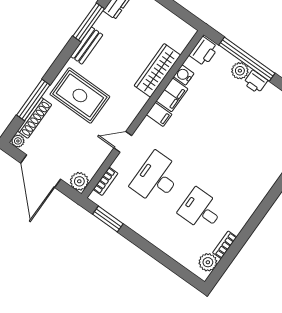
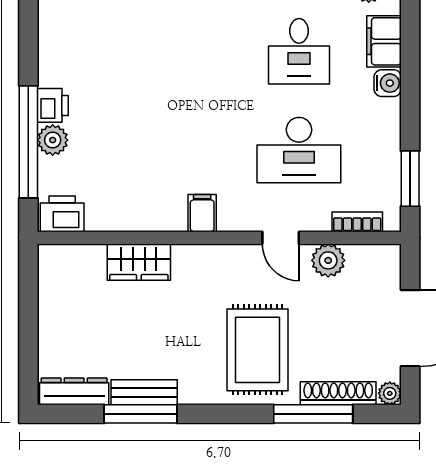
bench: (87, 46) -> (144, 392), moved
wardrobe: (157, 70) -> (139, 262), width x0.67
water cooler: (184, 75) -> (388, 83), moved, turned -90
filing cabinet: (172, 95) -> (384, 41), moved, turned -90
plant: (79, 181) -> (328, 260), moved

